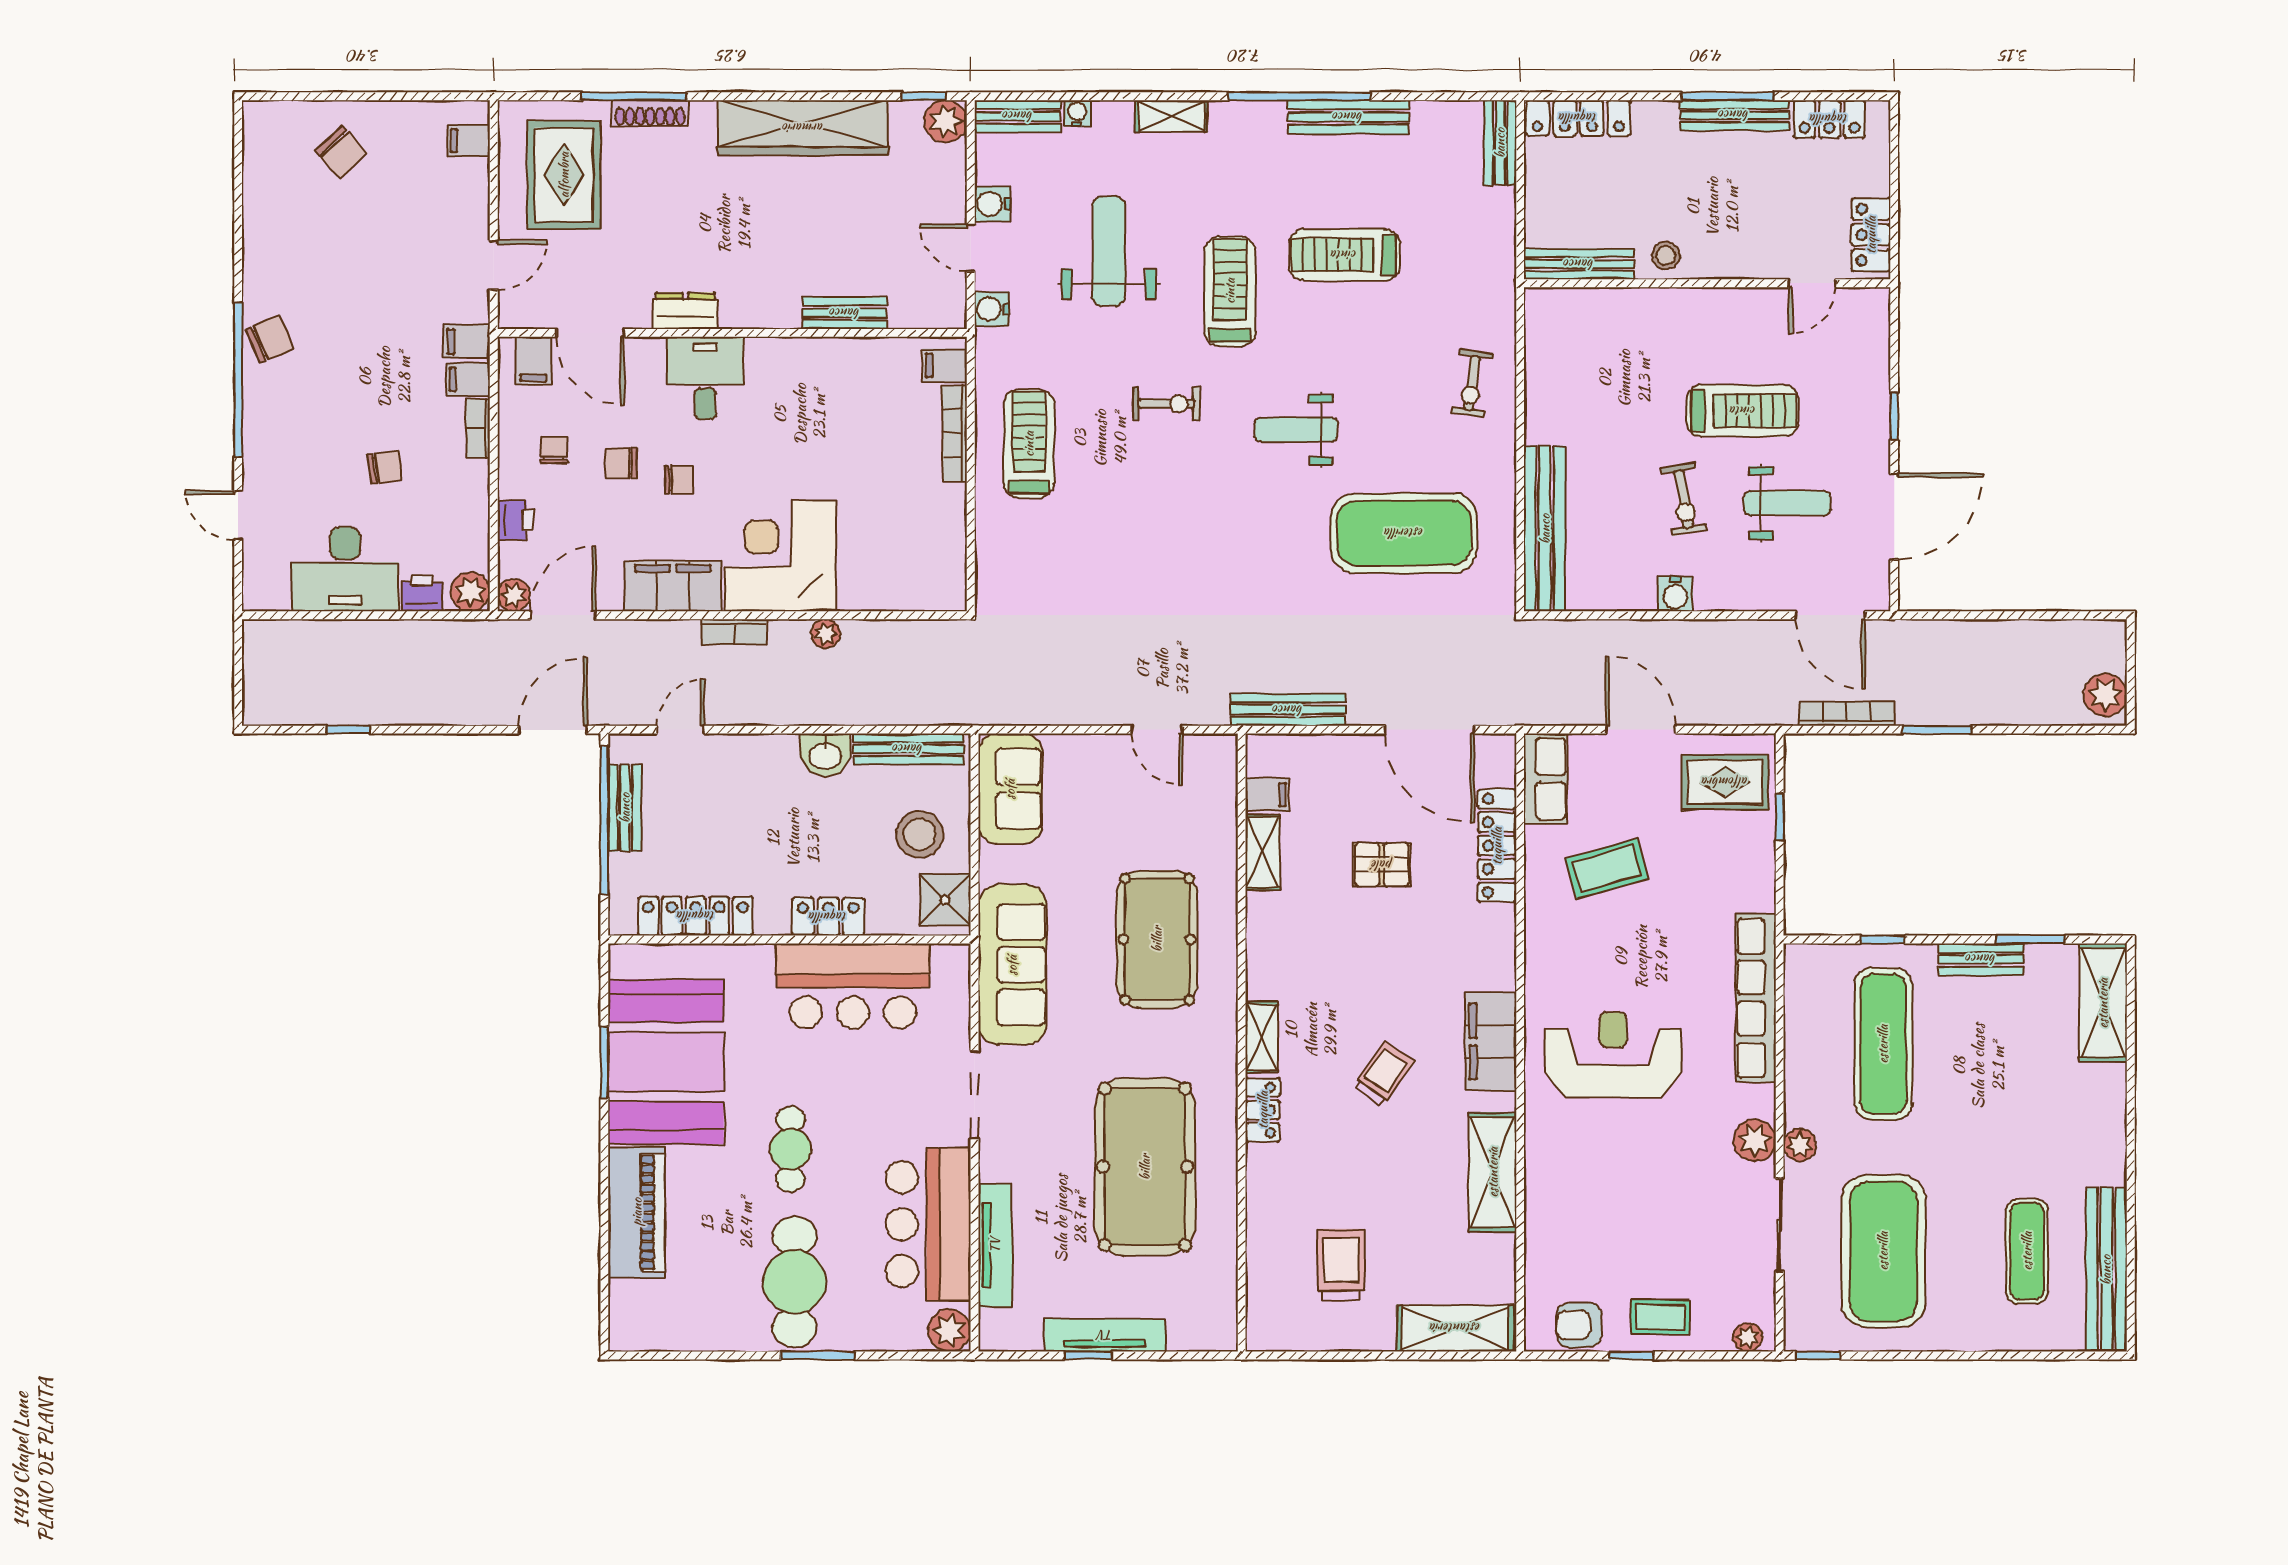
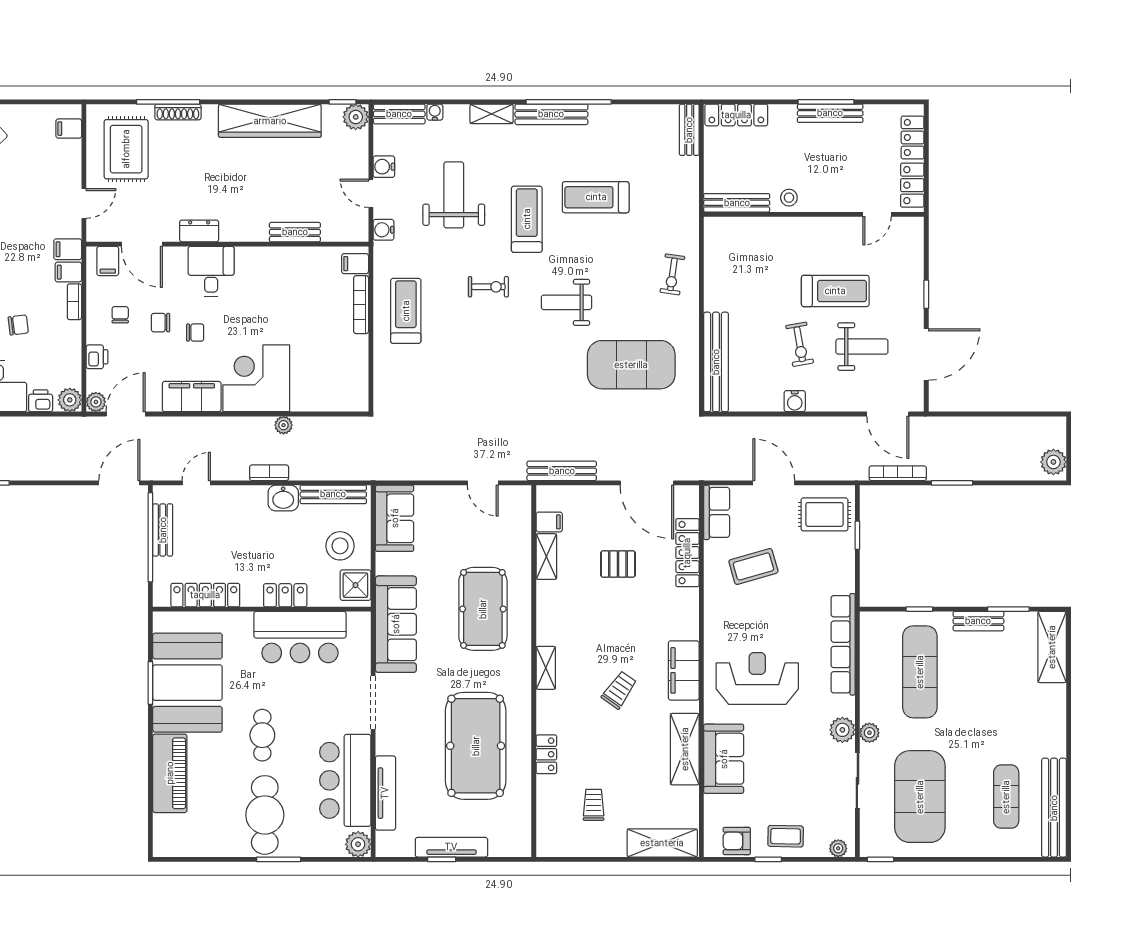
bench: (1348, 117) -> (551, 114), moved
locker: (1829, 119) -> (913, 137), moved, turned 90
bookcase: (734, 632) -> (269, 473), moved, turned 180
locker: (1263, 1110) -> (546, 754), moved
sofa: (1557, 1188) -> (724, 759), added
trolley: (1341, 1265) -> (594, 805), width x0.73, depth x0.72

